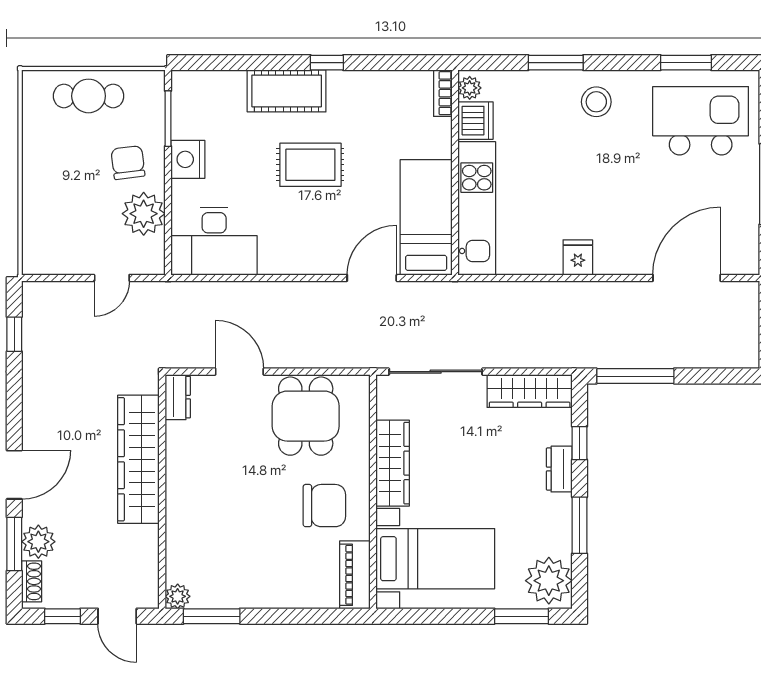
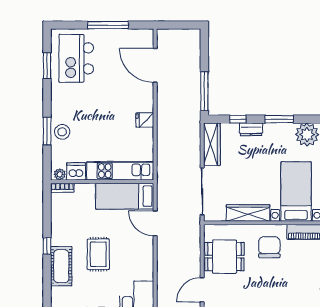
stool: (596, 102) -> (62, 132), moved

